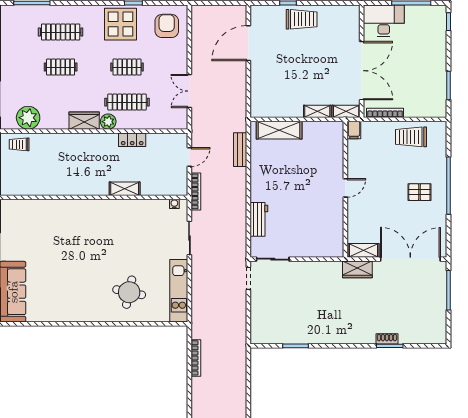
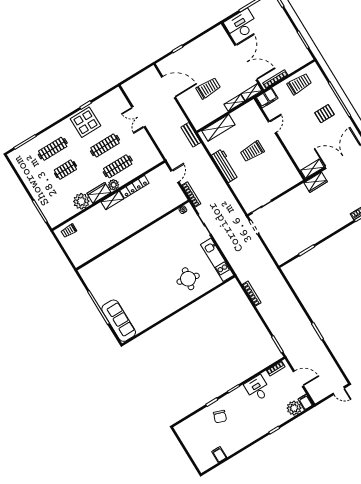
trolley: (302, 19) -> (208, 88), moved
armchair: (167, 26) -> (114, 107), removed
door: (248, 43) -> (169, 87), swing flipped
clothes rail: (127, 67) -> (105, 145), width x1.36
double door: (189, 91) -> (139, 117), moved
plant: (28, 118) -> (81, 201), moved
filing cabinet: (354, 130) -> (267, 98), width x2.00
trolley: (411, 137) -> (299, 84), turned 180
locker: (132, 140) -> (134, 187), width x1.53
bench: (240, 150) -> (191, 135), moved
trolley: (303, 184) -> (252, 151), added
door: (345, 188) -> (272, 127), moved
shelving: (125, 189) -> (112, 200), moved
workbench: (259, 219) -> (225, 166), moved, width x1.37

